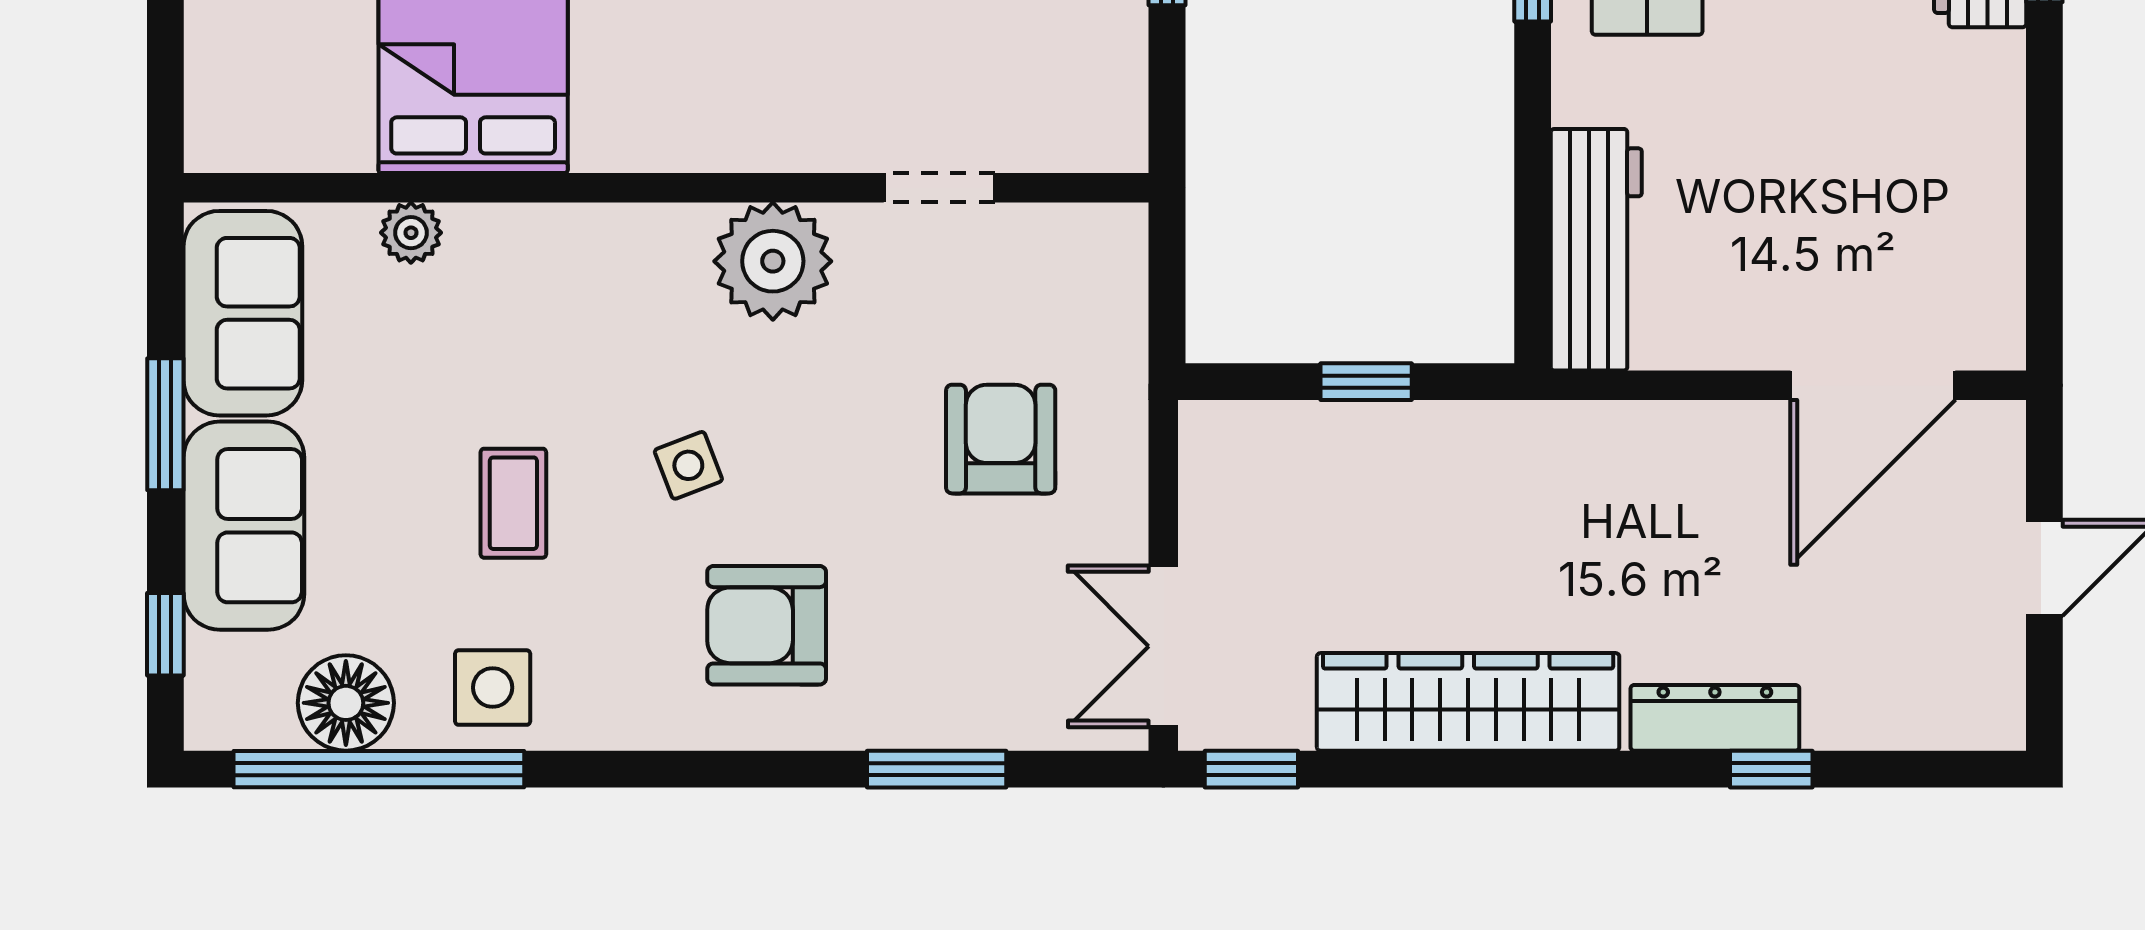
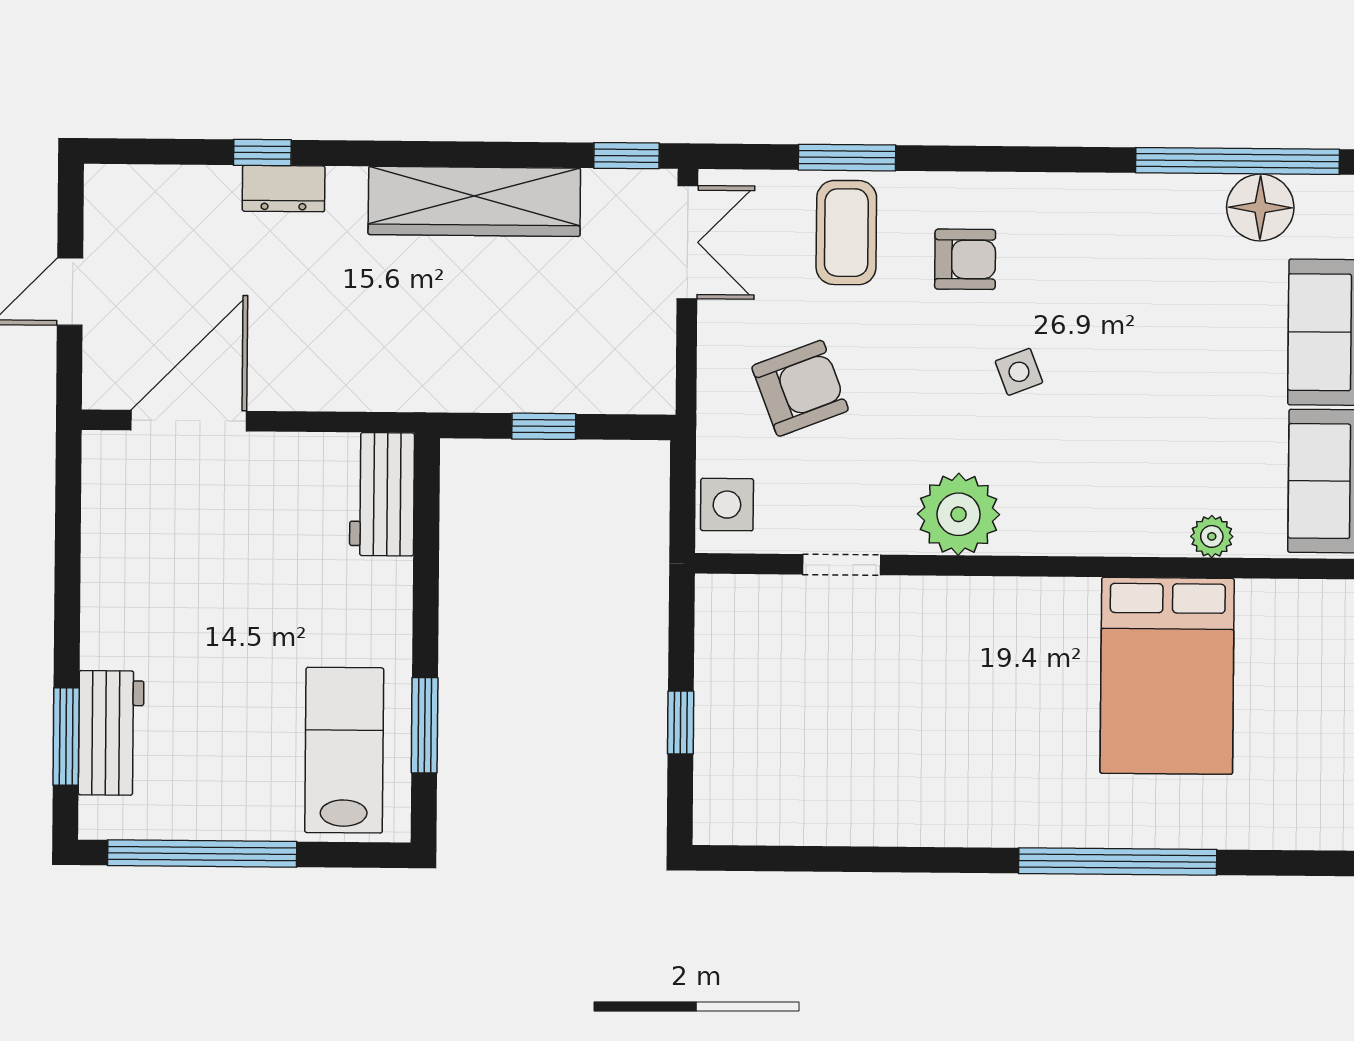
workbench: (1596, 250) -> (382, 494), width x0.73
armchair: (1001, 439) -> (800, 388), turned -111
coffee table: (513, 503) -> (846, 233), moved, width x1.36, depth x1.30
armchair: (767, 625) -> (965, 259), width x0.72, depth x0.72
side table: (493, 688) -> (727, 505), moved
dresser: (1715, 718) -> (284, 189), width x0.70

